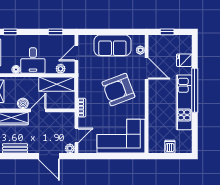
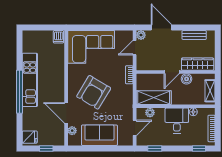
fridge: (184, 60) -> (30, 137), moved
armchair: (118, 90) -> (94, 92), turned 142
dishwasher: (170, 147) -> (58, 37), moved

